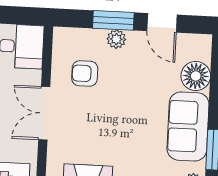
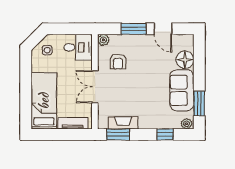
plant: (116, 39) -> (103, 40), moved
armchair: (85, 73) -> (118, 62), turned -90

